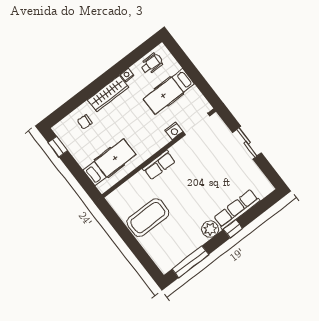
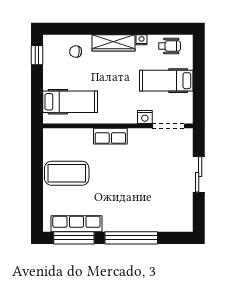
row of seats: (237, 209) -> (76, 224), moved
plant: (210, 229) -> (112, 223), removed
window: (233, 229) -> (131, 238), width x3.17

